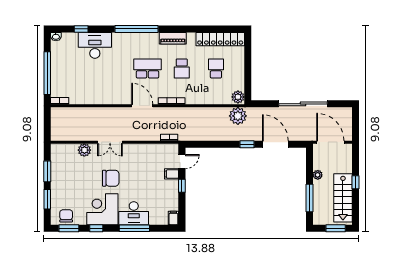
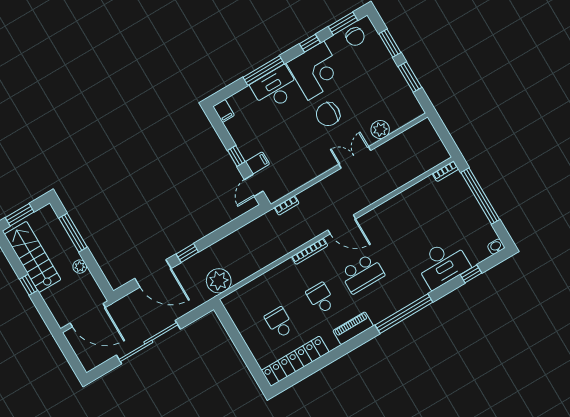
school desk: (216, 68) -> (279, 323), turned 180
plant: (238, 97) -> (232, 304), removed

